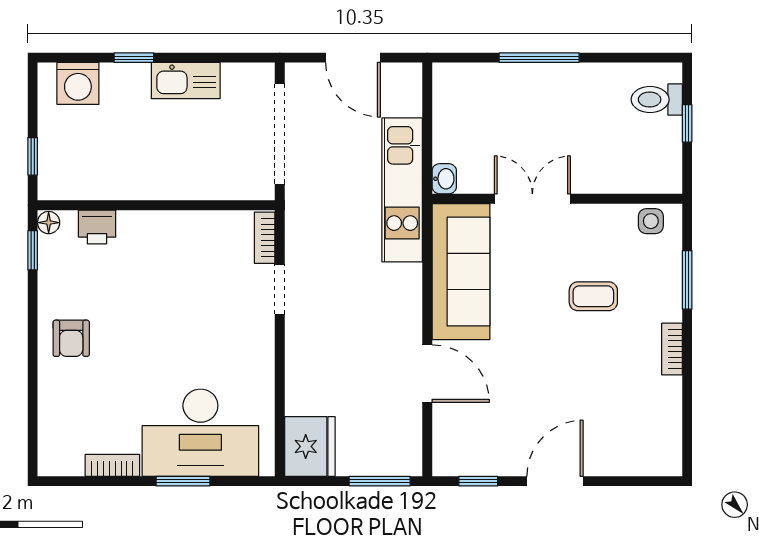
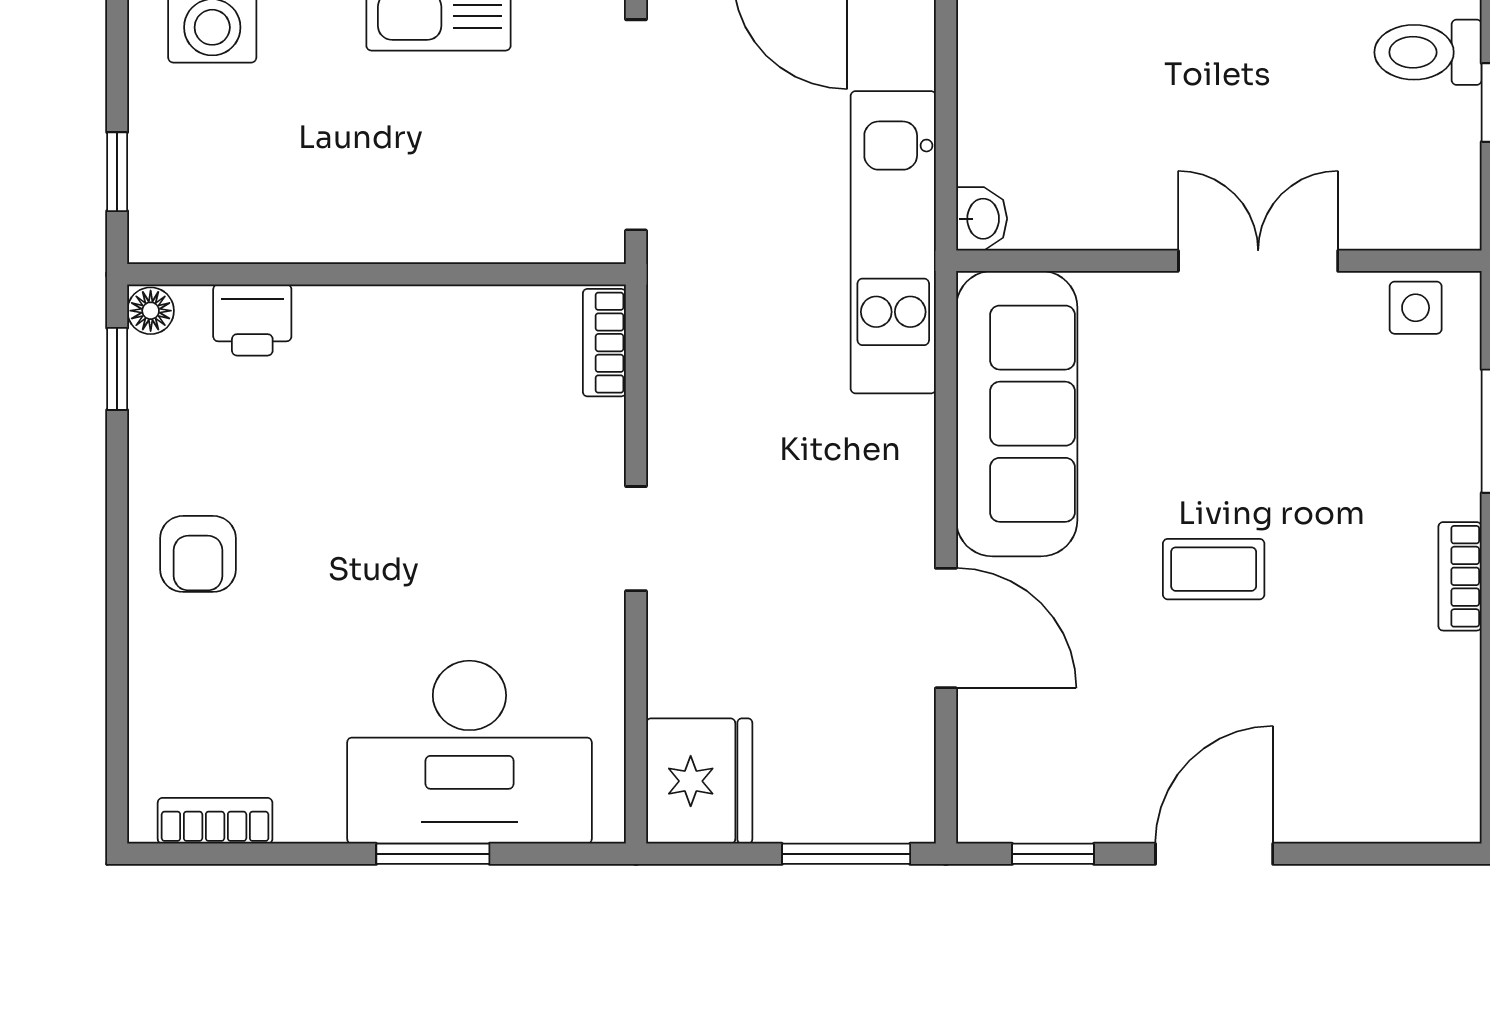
double door: (532, 199) -> (1258, 261), moved
doorway: (280, 289) -> (636, 539), moved
coffee table: (593, 296) -> (1214, 569), moved
bookcase: (112, 465) -> (215, 821), moved

